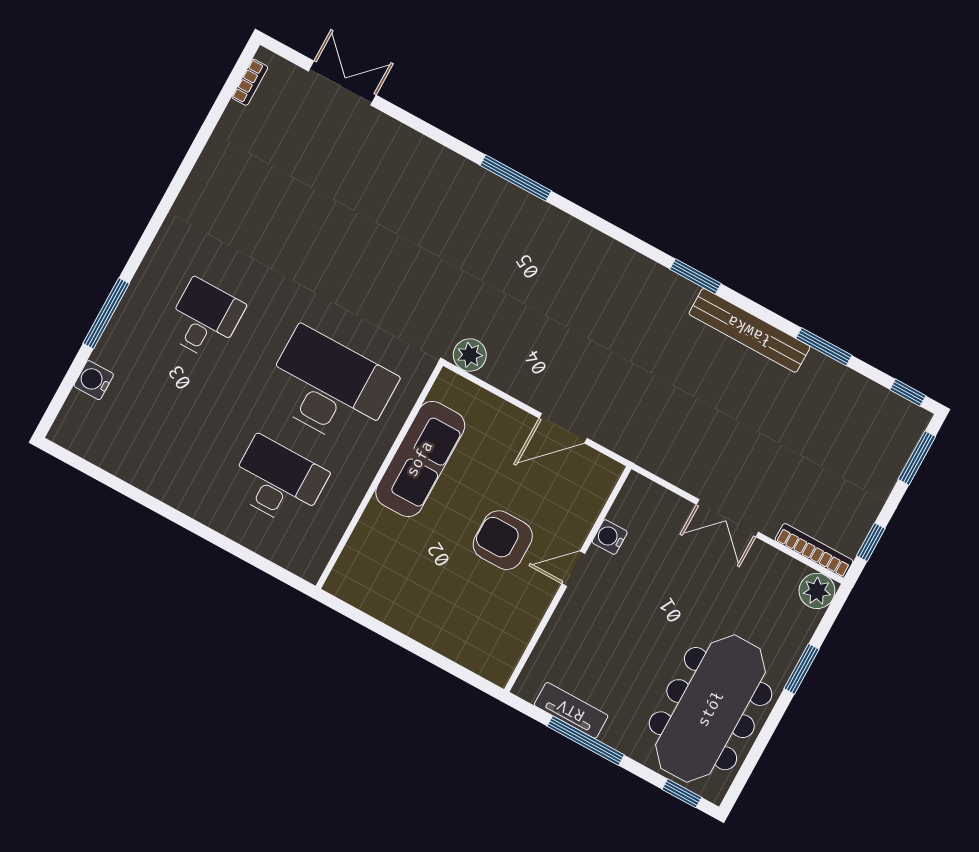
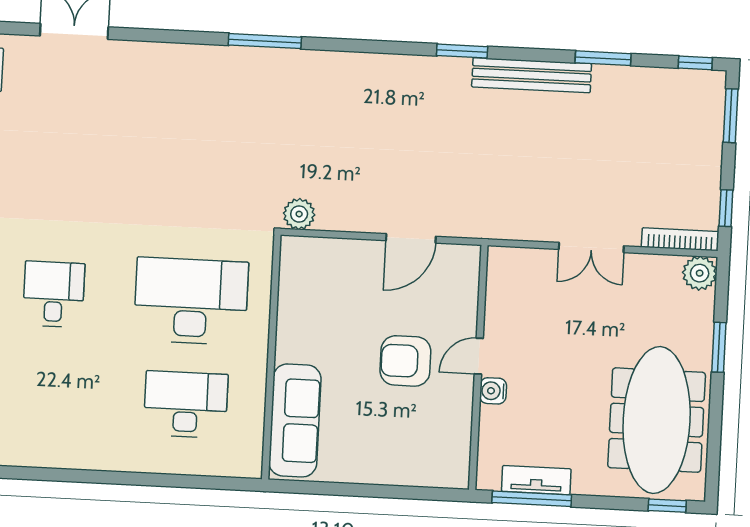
sofa: (420, 459) -> (295, 420), moved
water cooler: (610, 537) -> (493, 391), moved
window: (586, 741) -> (532, 499), moved

